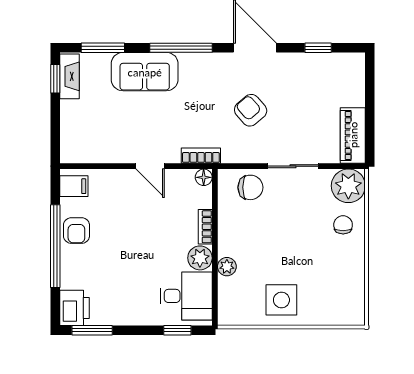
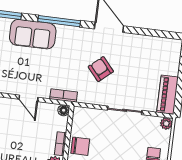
window: (318, 48) -> (151, 33), removed
plant: (348, 186) -> (166, 124), width x0.53, depth x0.53
chair: (250, 187) -> (80, 146), moved

